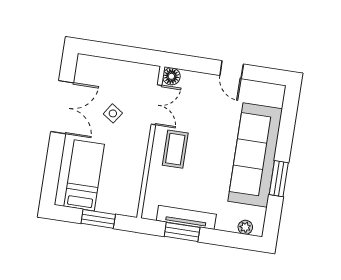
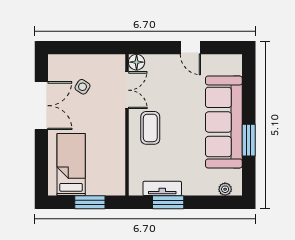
side table: (113, 113) -> (82, 87), moved
tv unit: (186, 217) -> (162, 188), width x0.71

